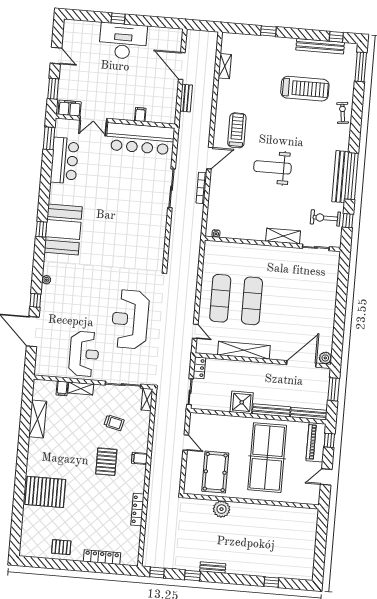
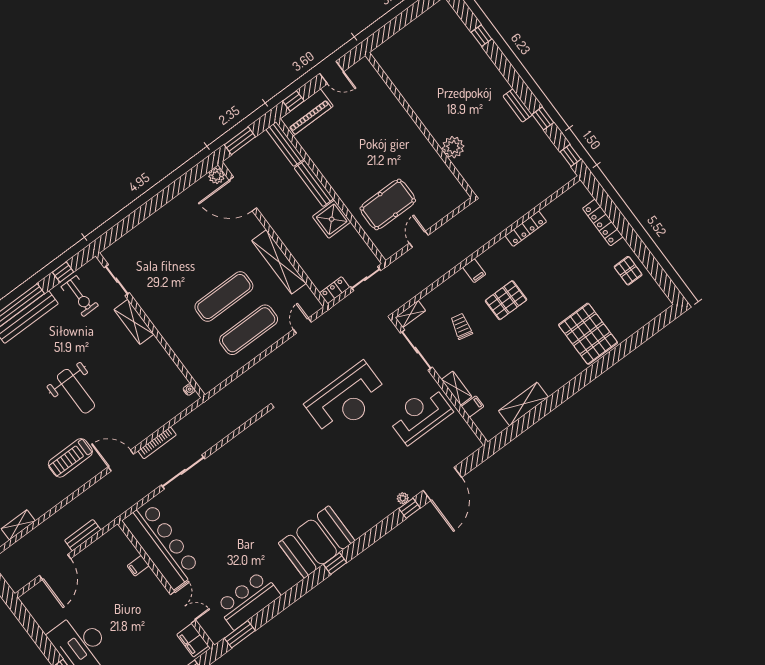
plant: (46, 280) -> (403, 498), moved
table tennis table: (267, 458) -> (364, 147), removed
pool table: (215, 472) -> (388, 204), moved

